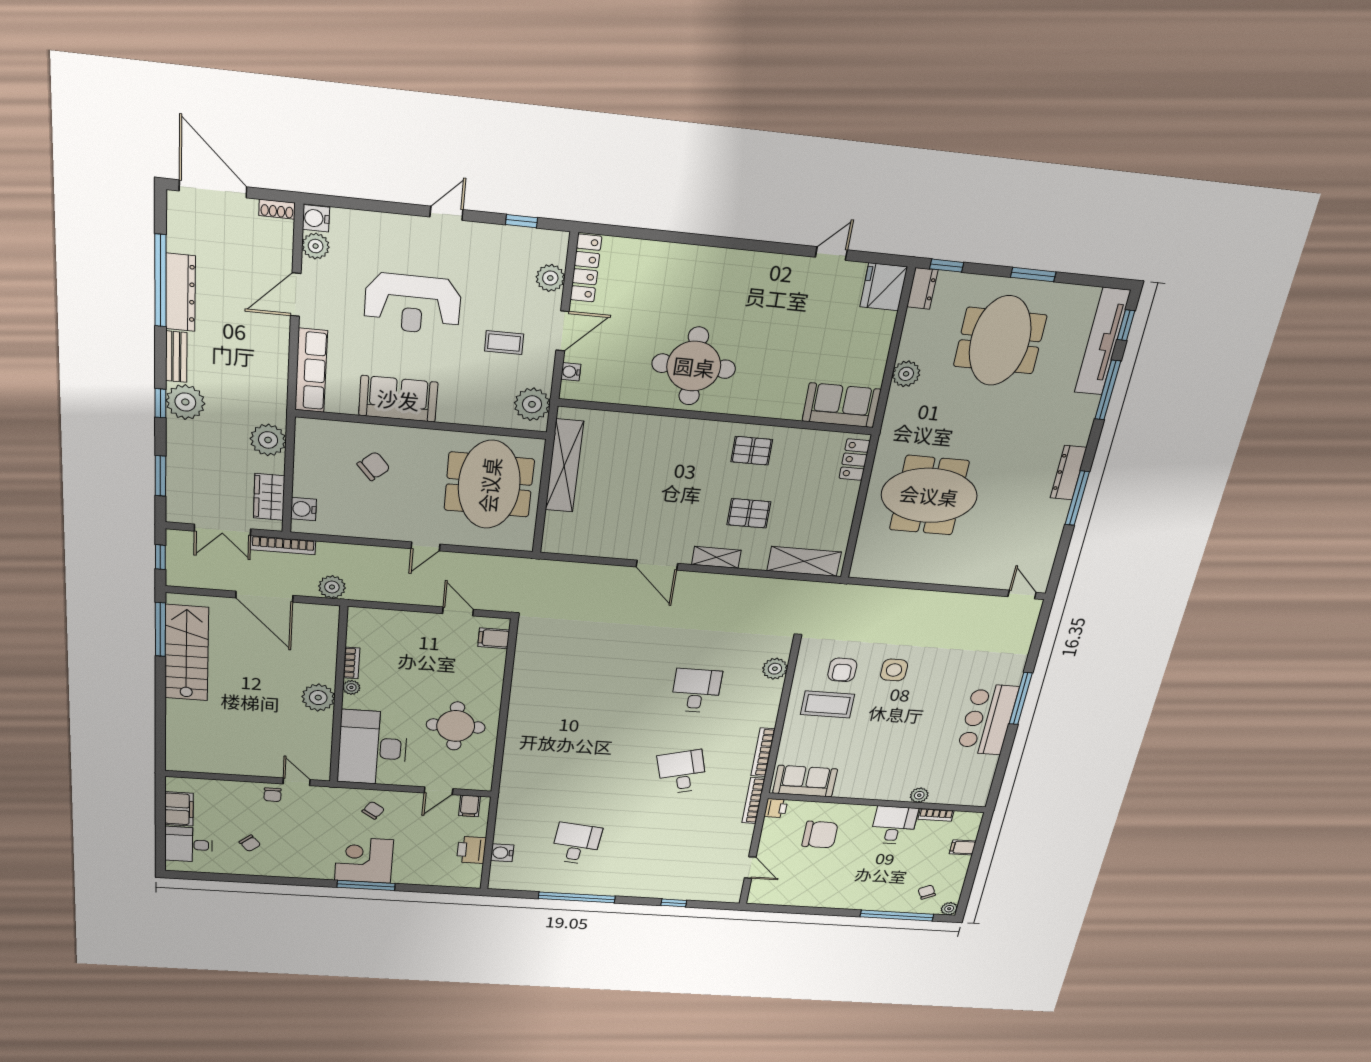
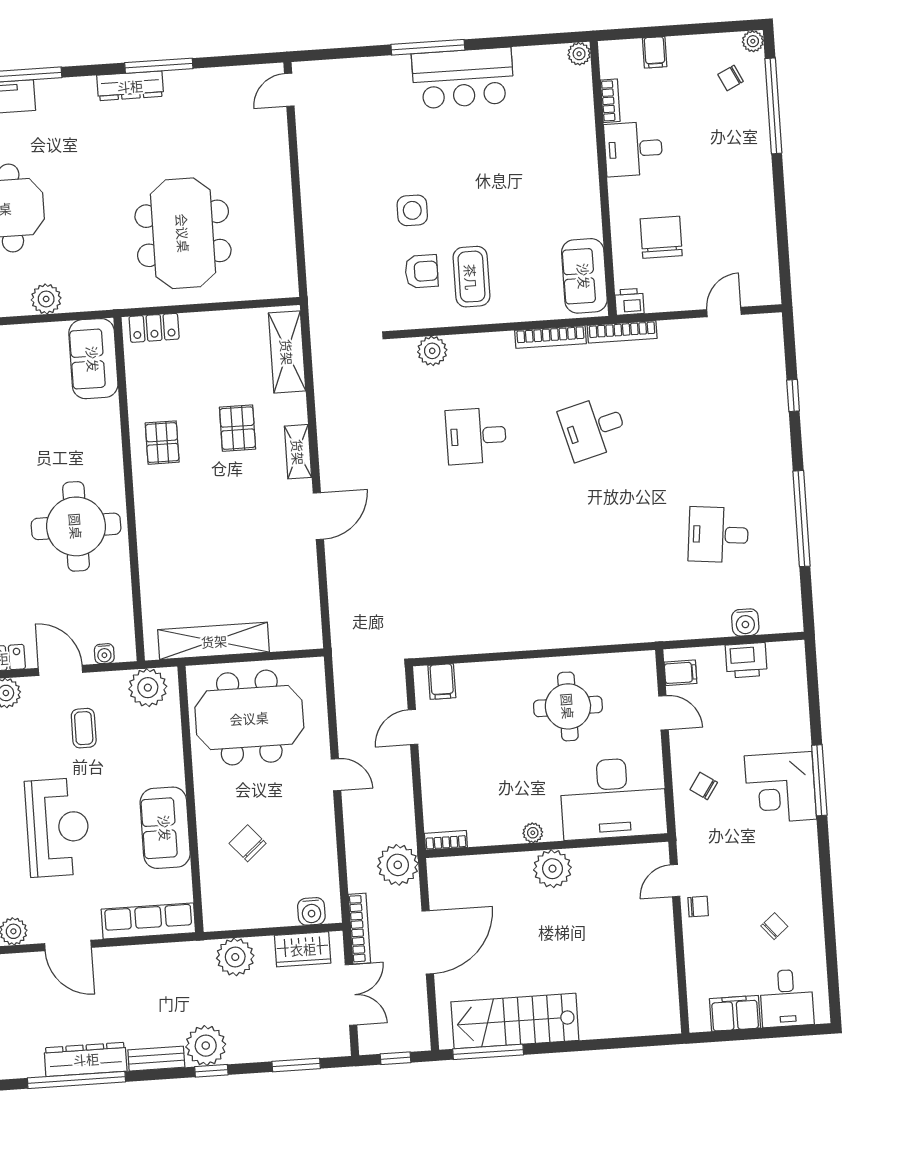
plant: (332, 587) -> (398, 865), width x1.36, depth x1.36
bookcase: (351, 663) -> (446, 840), moved
plant: (919, 795) -> (579, 54), moved

